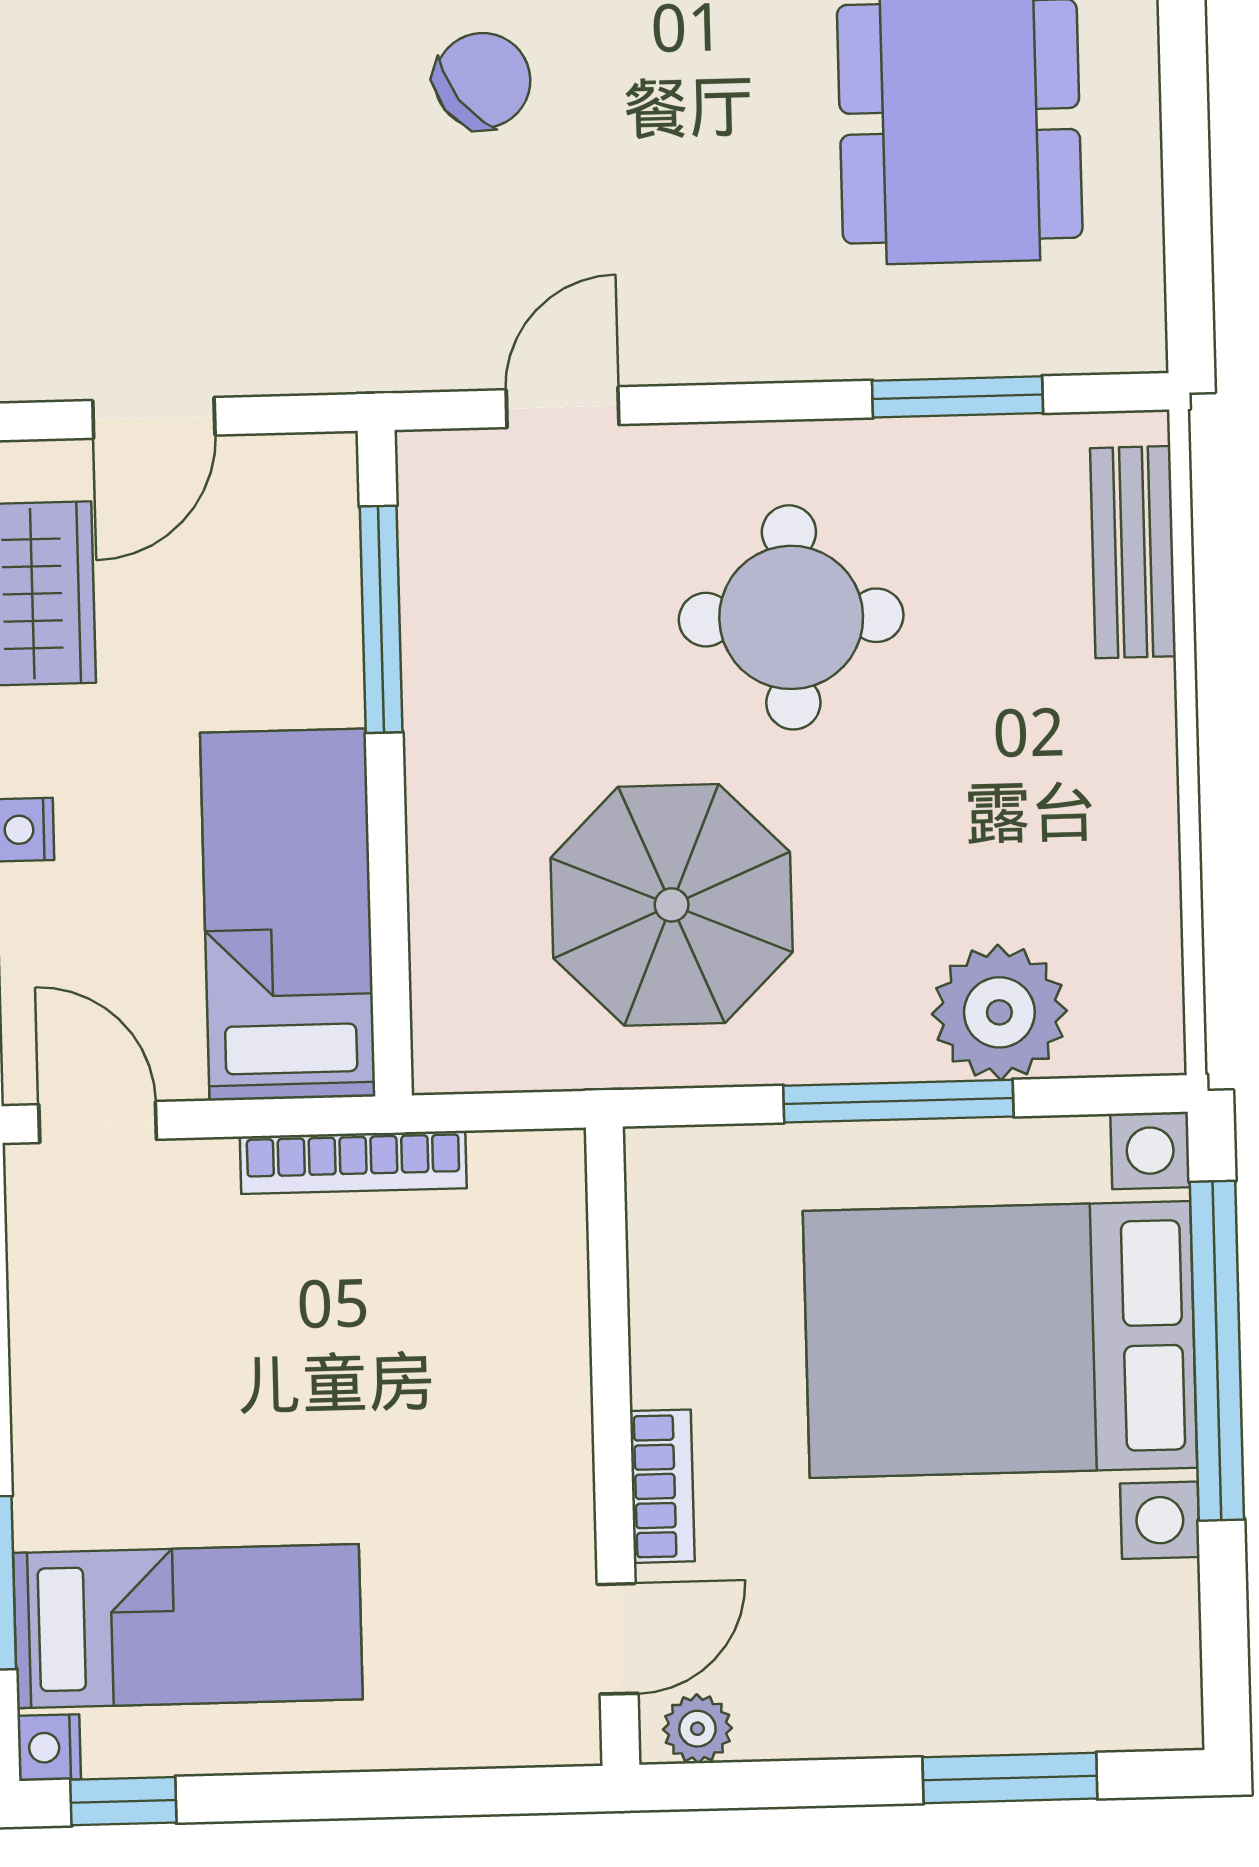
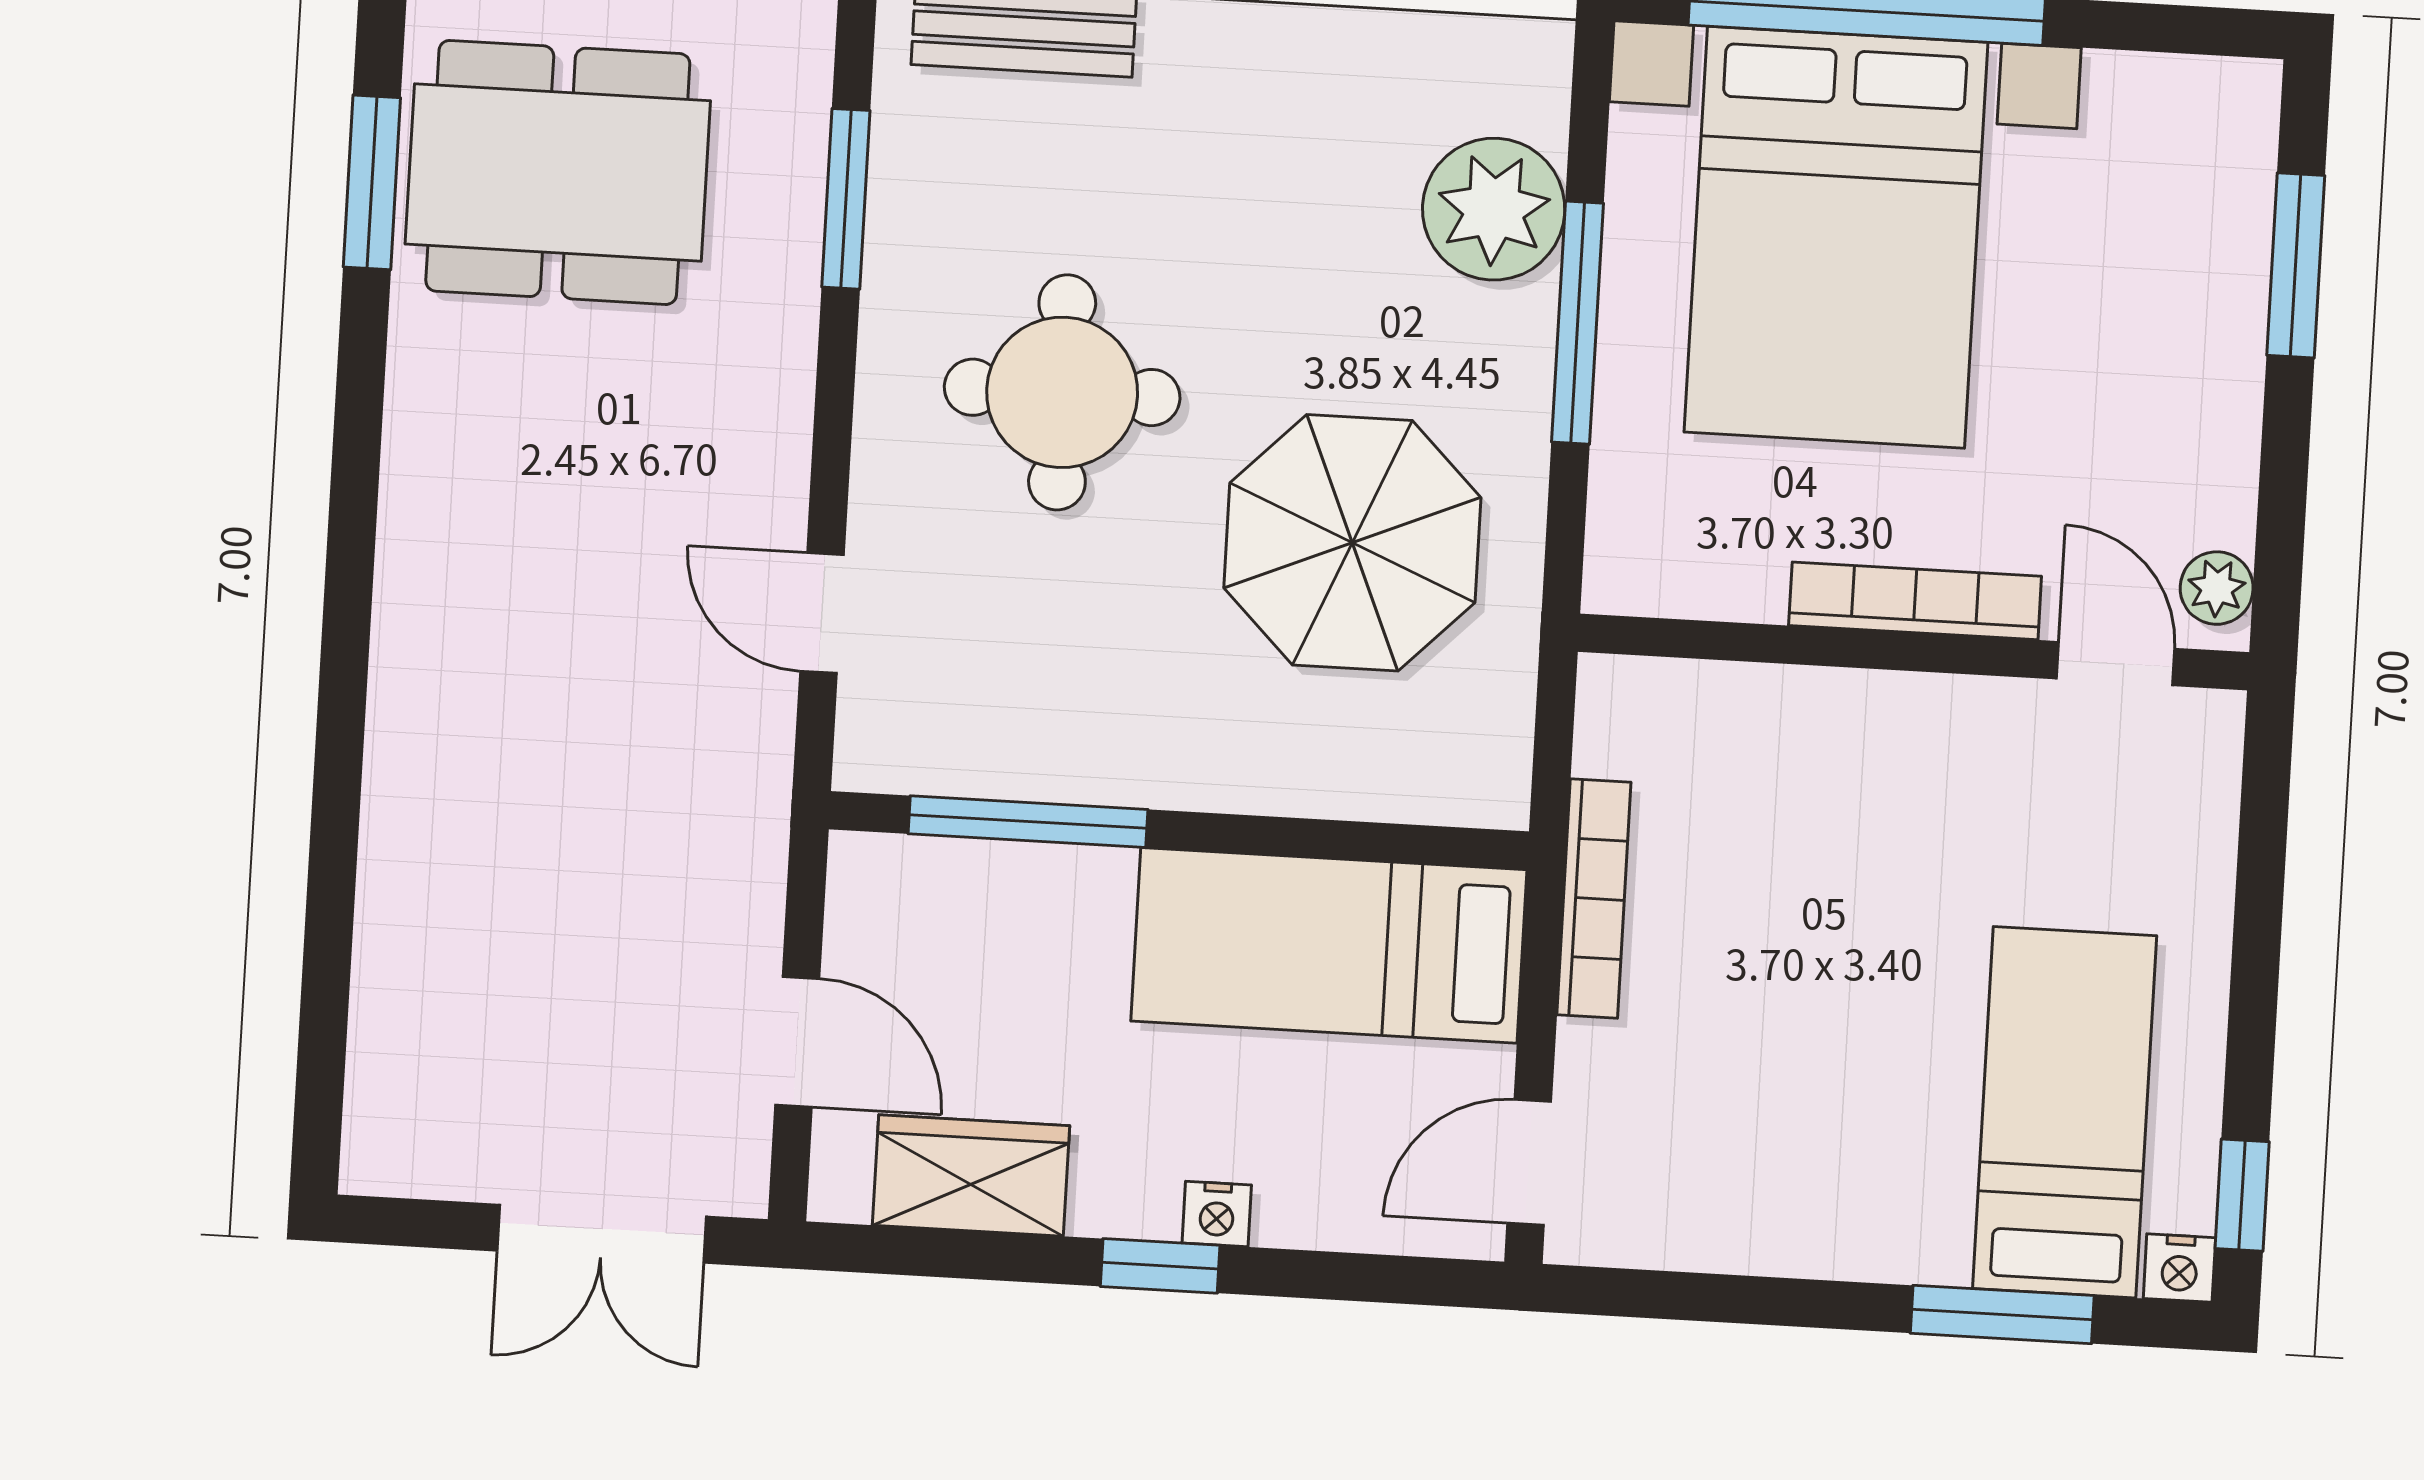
chair: (483, 81) -> (473, 668), removed
bookcase: (662, 1486) -> (1915, 601), width x1.56

